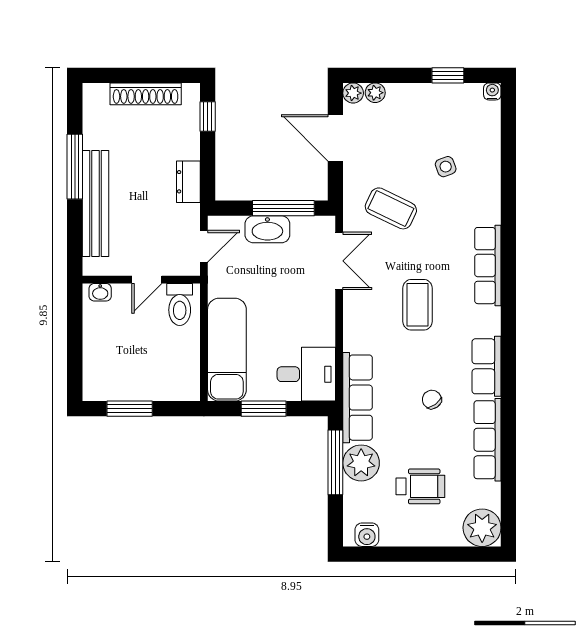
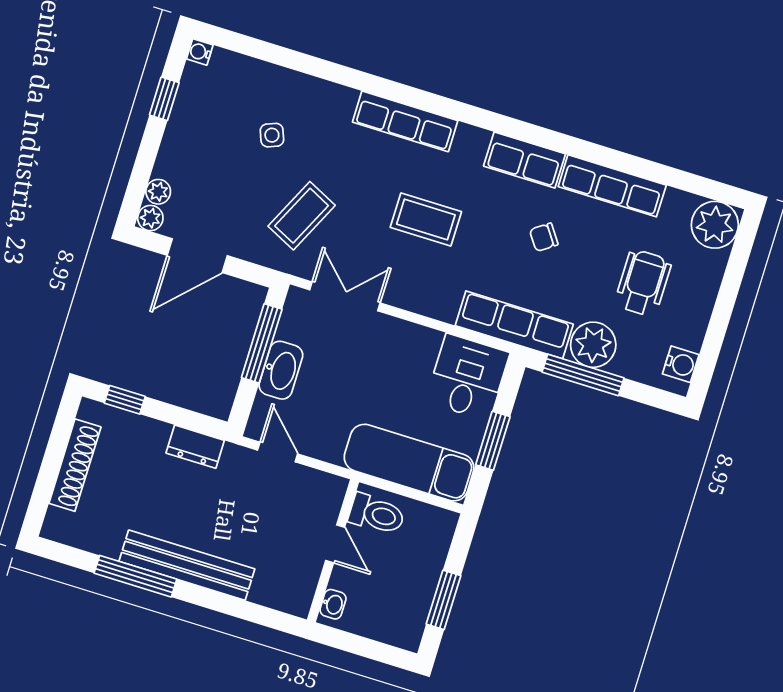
wall: (141, 280) -> (333, 551), moved
door: (147, 280) -> (335, 544), moved
washbasin: (100, 292) -> (333, 604), moved
toilet: (180, 304) -> (377, 514), moved

